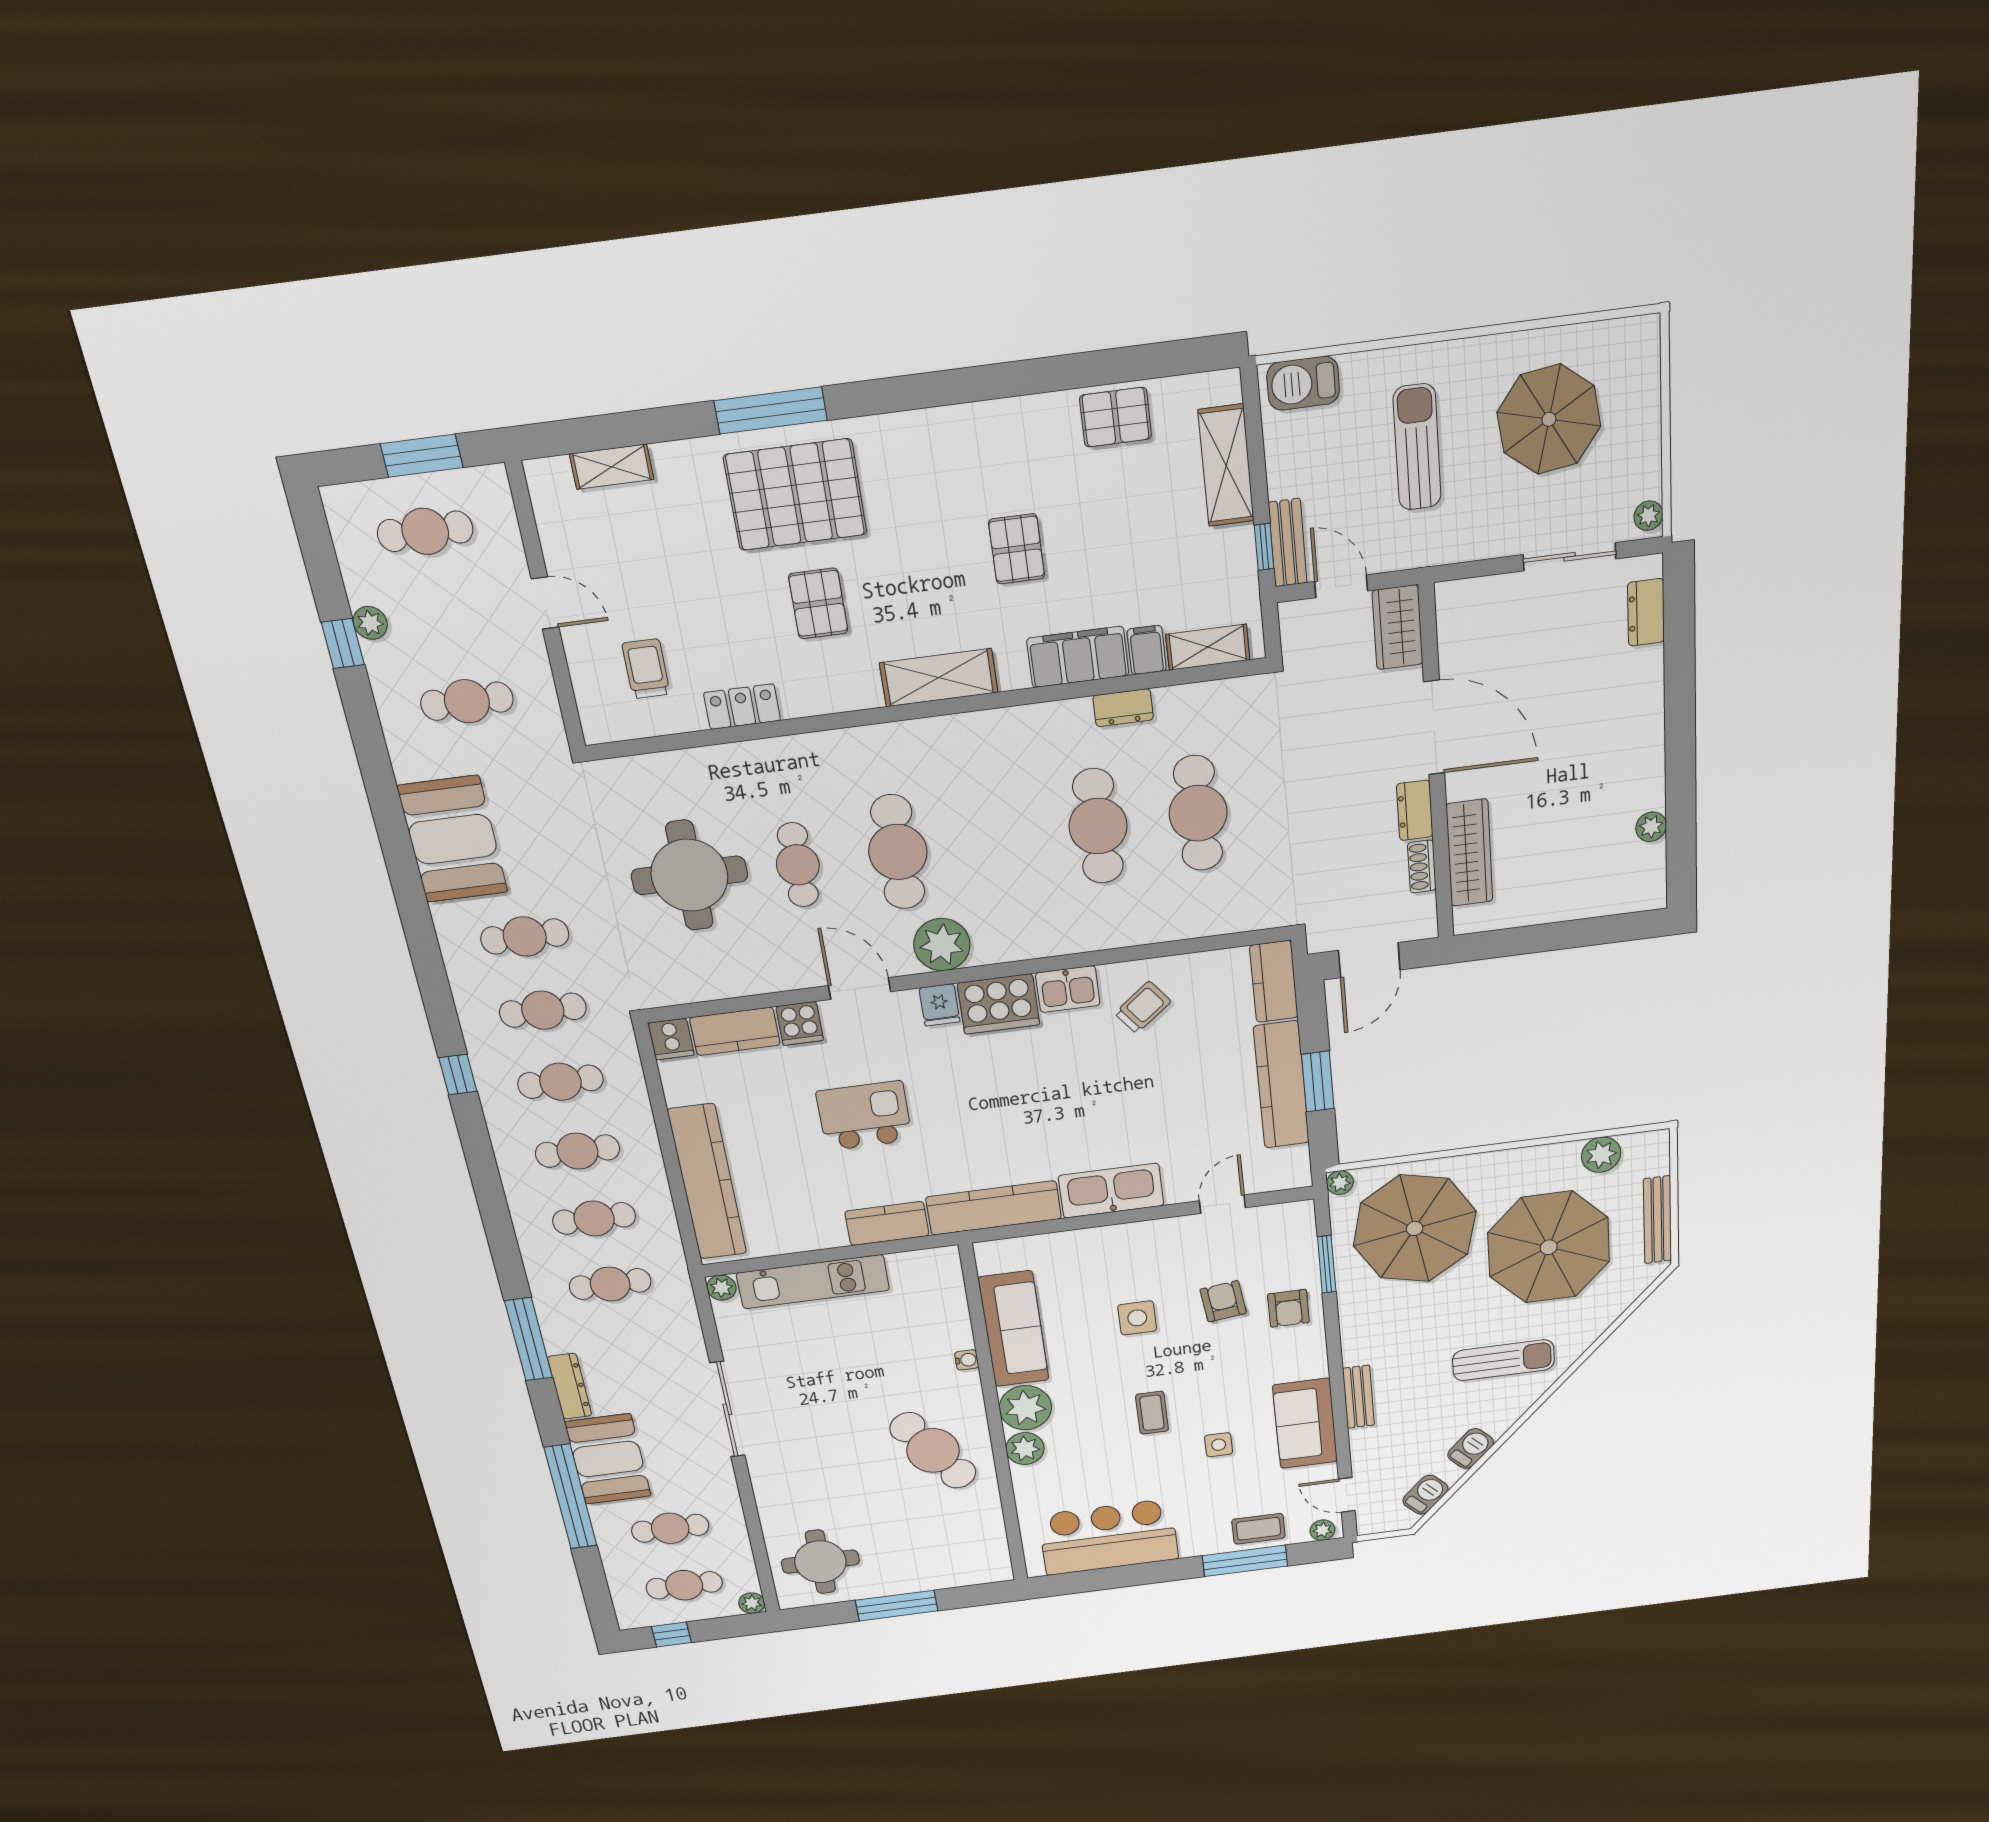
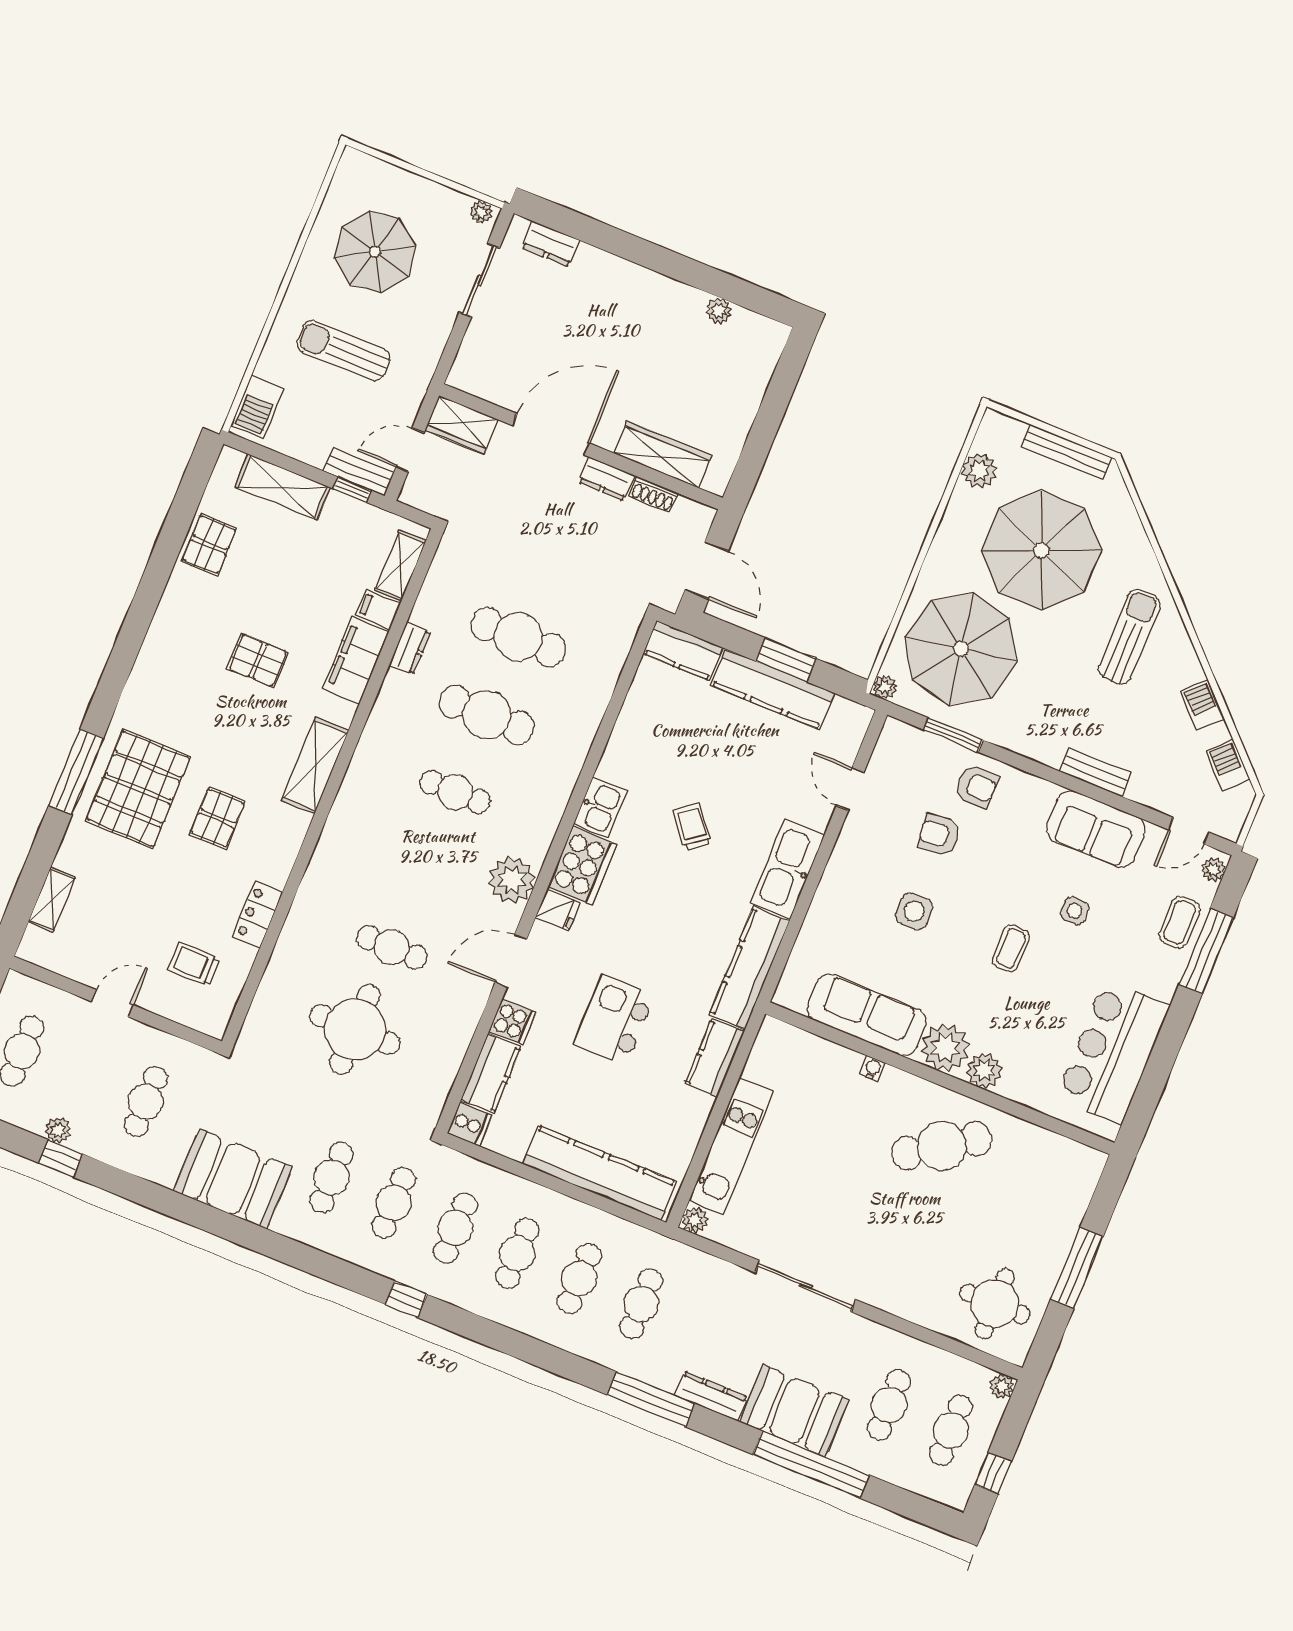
pallet: (818, 603) -> (217, 818), turned 90
cafe table: (898, 852) -> (455, 792), moved, width x0.73, depth x0.74
trolley: (1143, 1007) -> (692, 827), moved
coffee table: (1152, 1413) -> (1011, 948), turned 90

